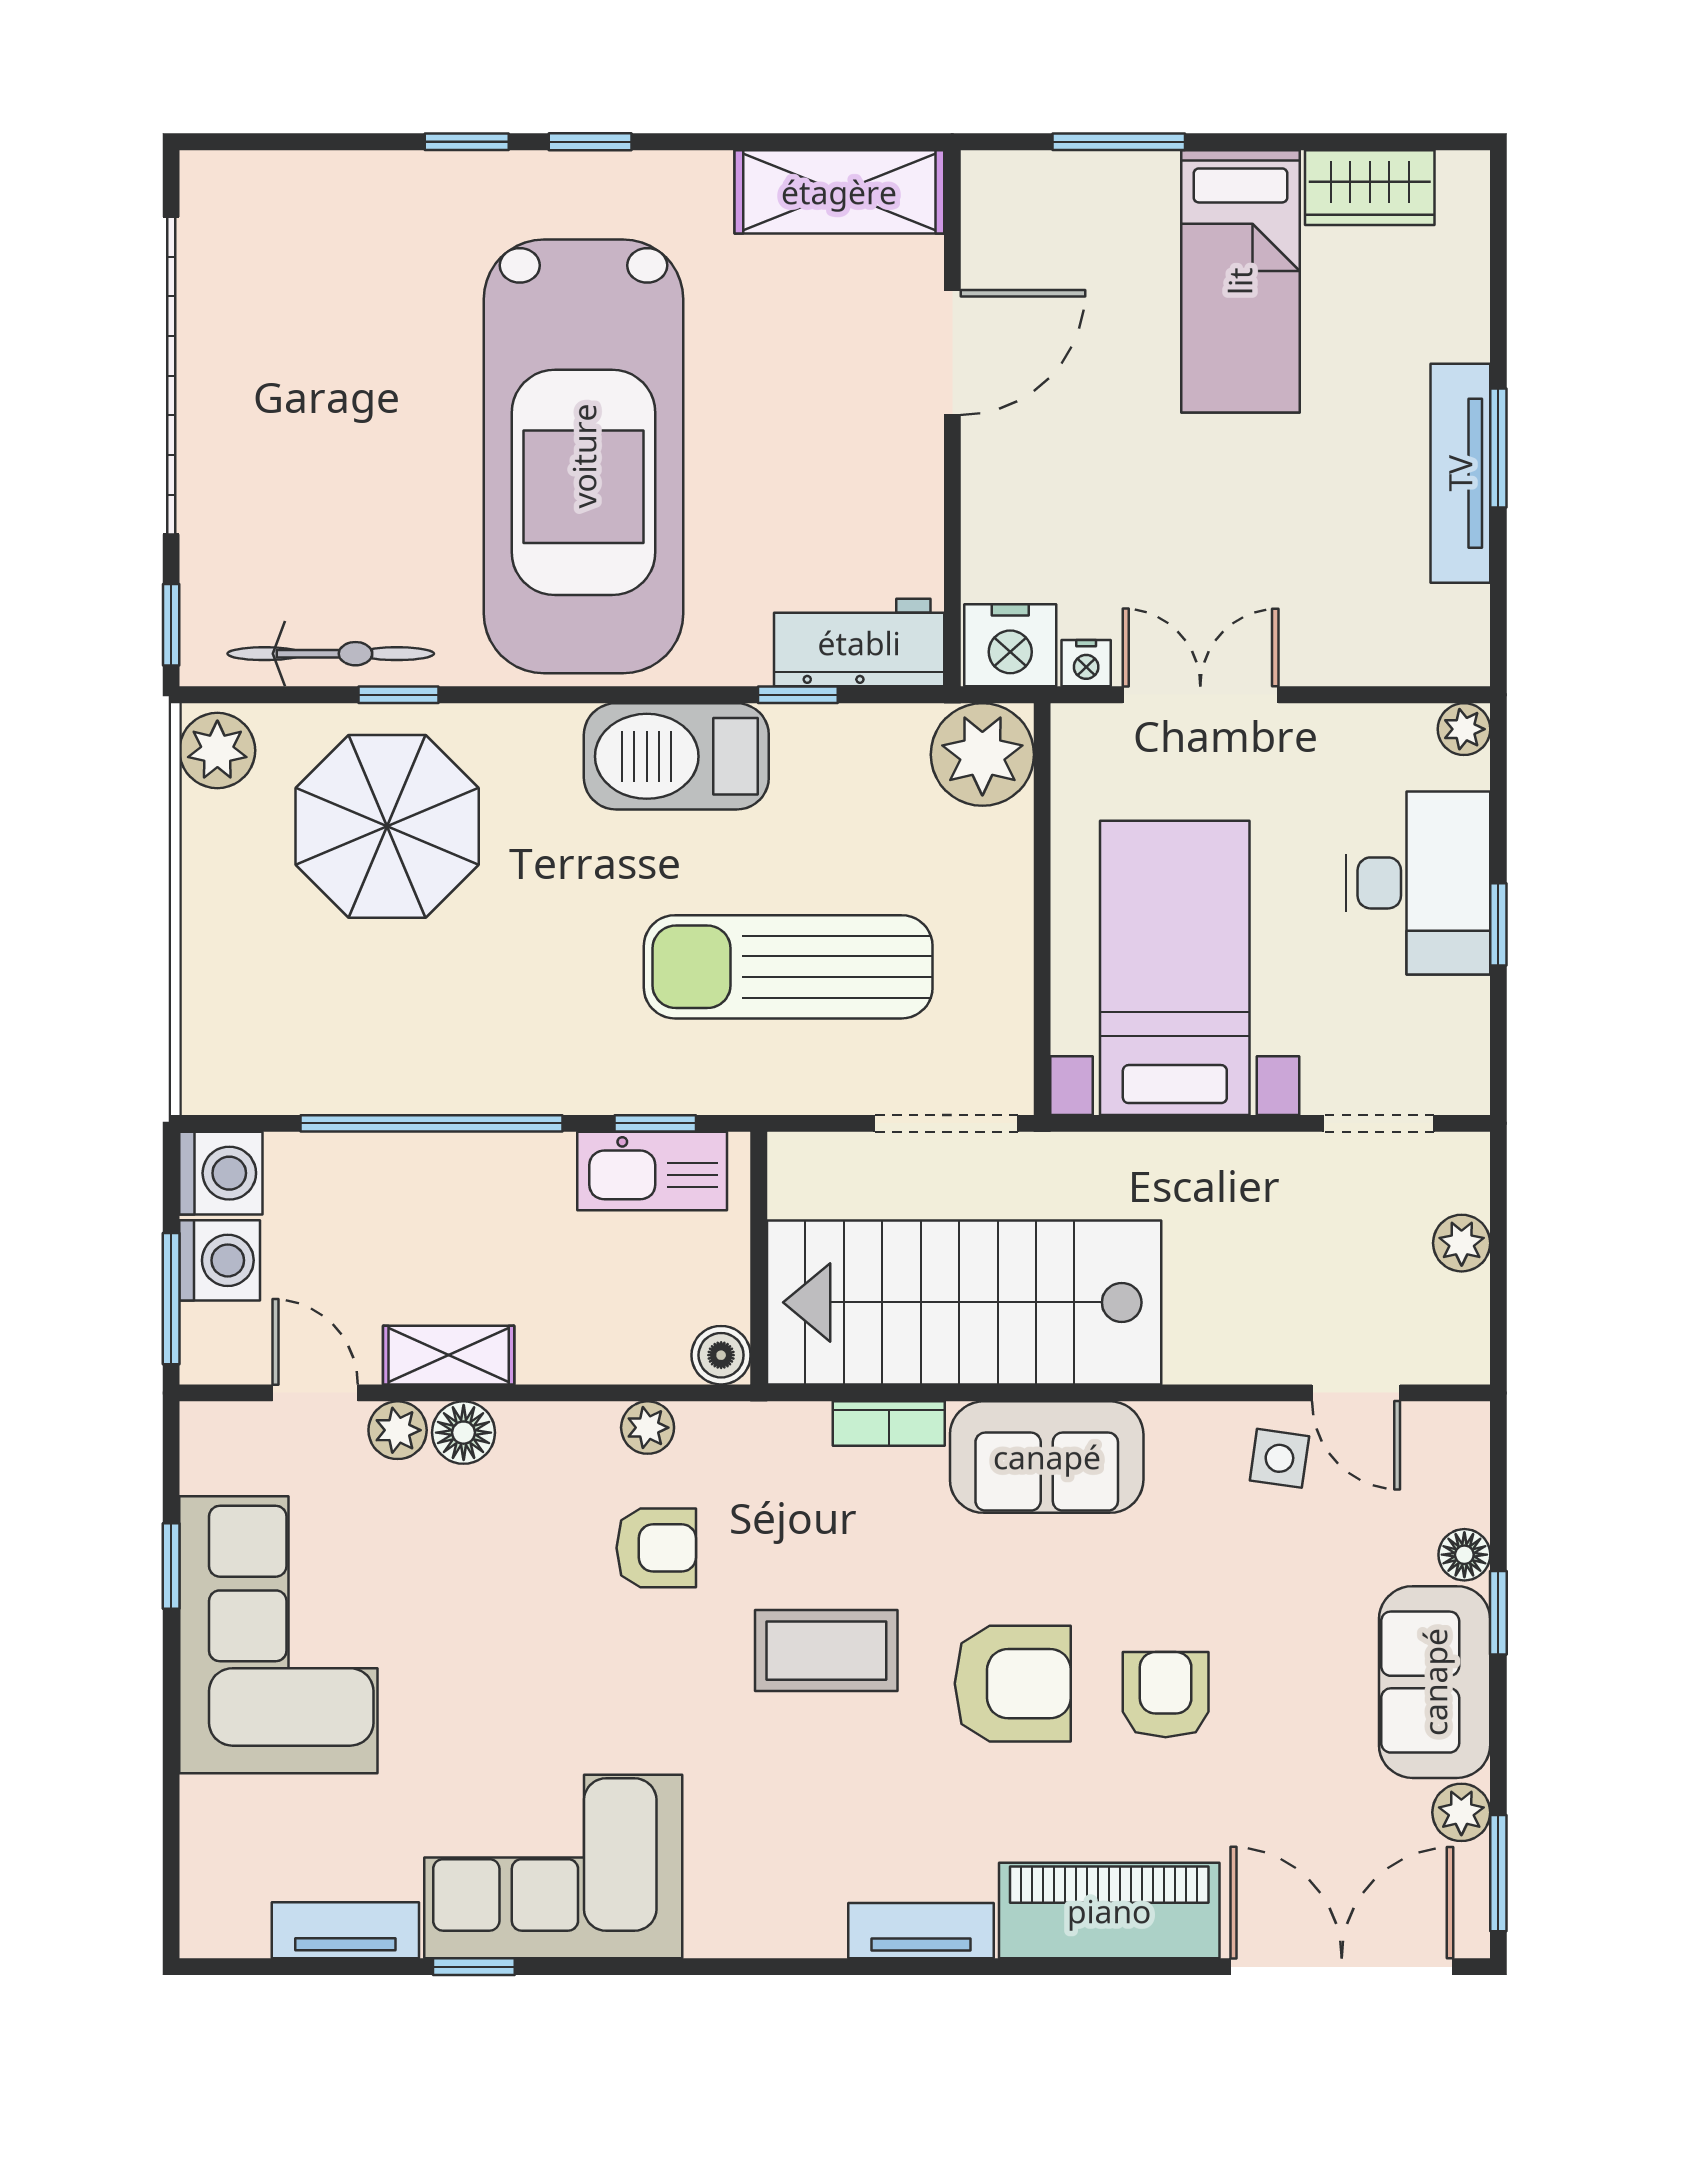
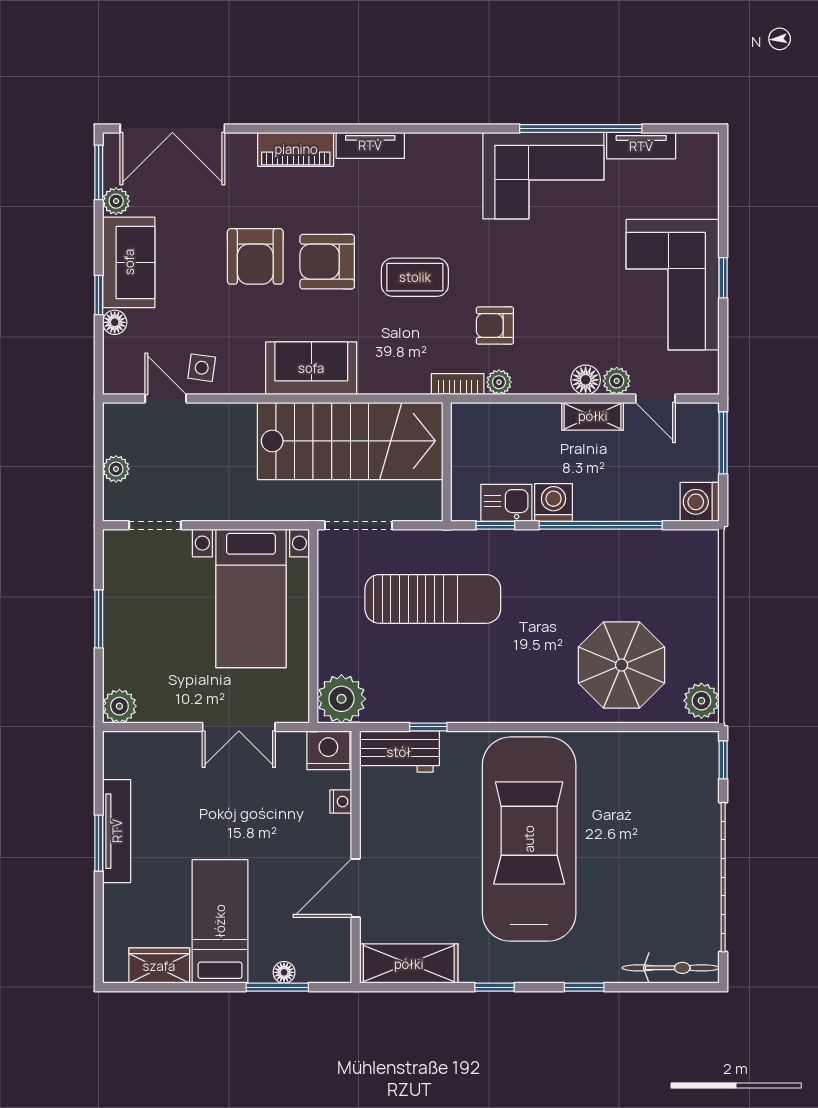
window: (590, 142) -> (495, 987), moved
floor lamp: (1104, 173) -> (284, 972), added
bicycle: (331, 654) -> (671, 968), moved, turned 180
nightstand: (1086, 663) -> (341, 802), moved, turned 90
window: (399, 695) -> (616, 727), removed
plant: (1464, 729) -> (119, 706), width x1.38, depth x1.38
barbecue: (676, 756) -> (485, 698), removed
desk: (1418, 883) -> (136, 638), removed
window: (1498, 924) -> (99, 619), width x1.50
kitchen sink: (652, 1171) -> (506, 503), width x0.73
washing machine: (220, 1260) -> (554, 502), moved, turned 90
boiler: (721, 1355) -> (464, 416), removed
bookcase: (889, 1424) -> (458, 384), moved
window: (171, 1566) -> (723, 278), moved
armchair: (1166, 1695) -> (255, 256), width x1.38, depth x1.38
piano: (1109, 1911) -> (296, 149), width x0.73, depth x0.75
window: (474, 1967) -> (581, 128), width x3.17

